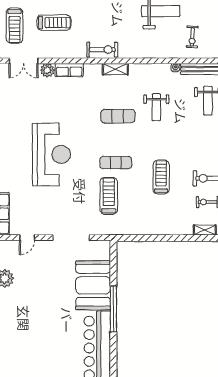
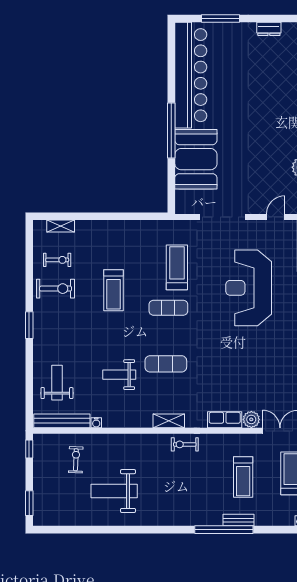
treadmill: (54, 23) -> (243, 477), turned -90
exercise bike: (102, 50) -> (185, 444), width x0.73, depth x0.72
weight bench: (156, 107) -> (119, 375), turned -90
reception desk: (51, 154) -> (249, 288), moved
treadmill: (109, 196) -> (177, 267), turned 180

